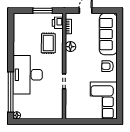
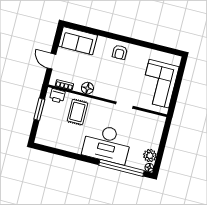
sofa: (108, 34) -> (78, 41), width x0.73
rug: (48, 43) -> (77, 112), turned 90
corner sofa: (104, 101) -> (159, 84), moved, turned 90
plant: (27, 113) -> (150, 156), added

